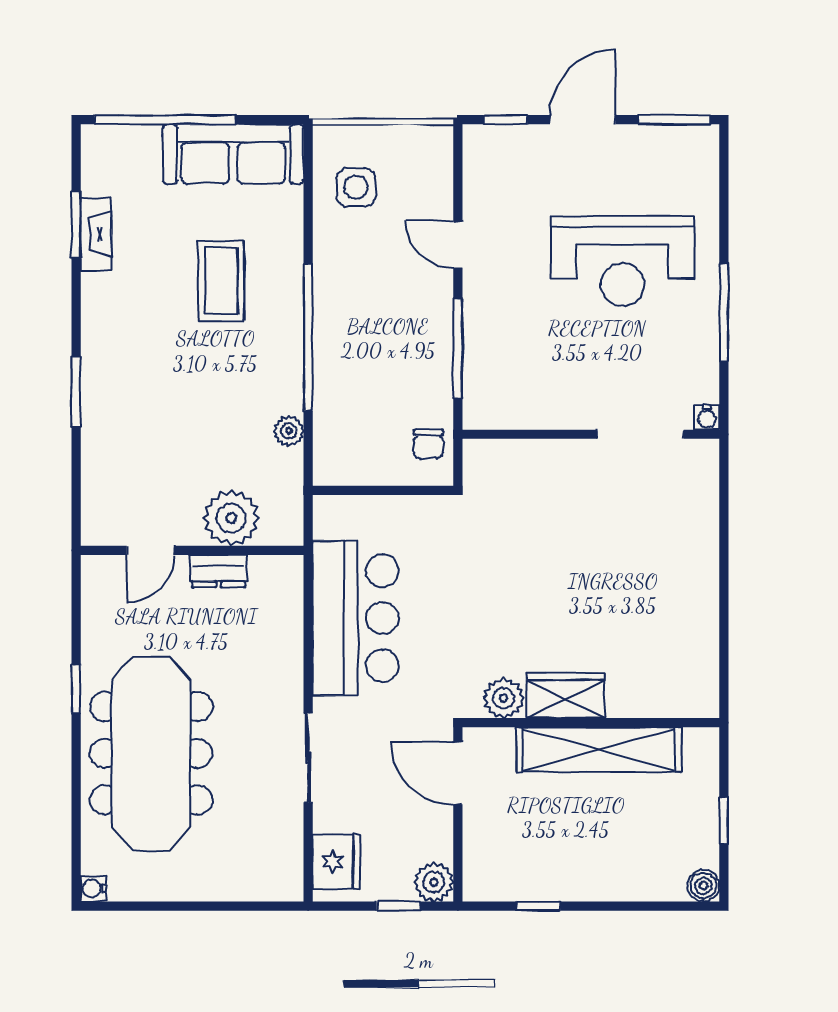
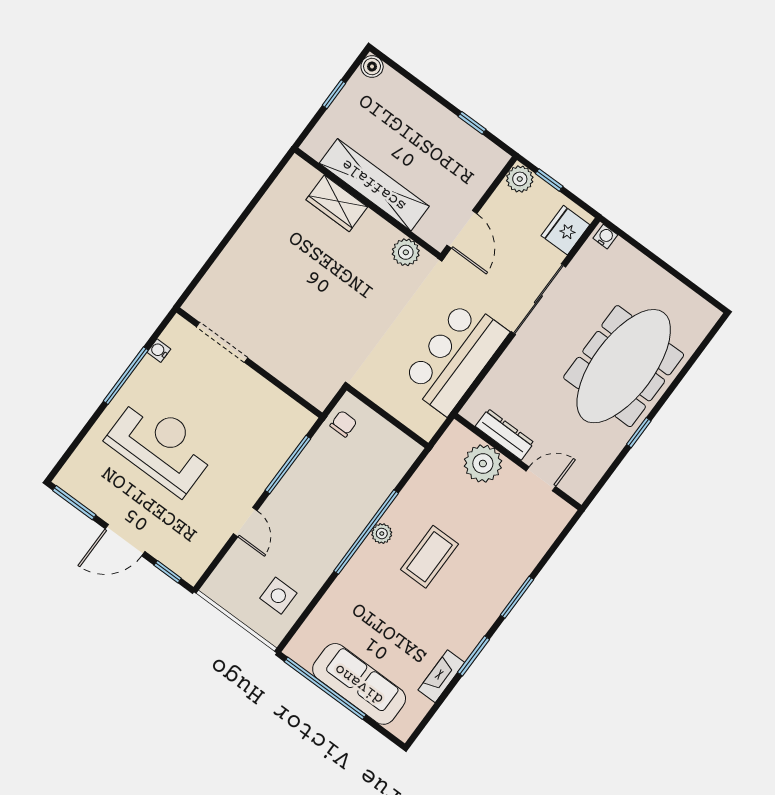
window: (165, 120) -> (325, 688), moved
sofa: (233, 154) -> (359, 684), moved
window: (76, 225) -> (474, 656), moved
coffee table: (221, 281) -> (429, 557), moved
water cooler: (707, 417) -> (159, 351), moved, turned -90
plant: (289, 431) -> (382, 534), moved
dresser: (218, 571) -> (505, 434), width x1.44
wardrobe: (566, 695) -> (337, 203), moved
sliding door: (308, 758) -> (538, 299), width x1.37
water cooler: (93, 889) -> (605, 237), moved, turned -90

